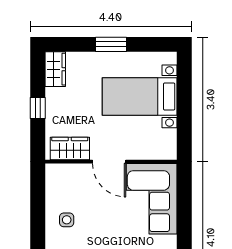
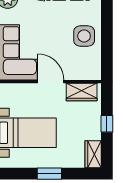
side table: (67, 220) -> (84, 36), width x1.87, depth x1.87

